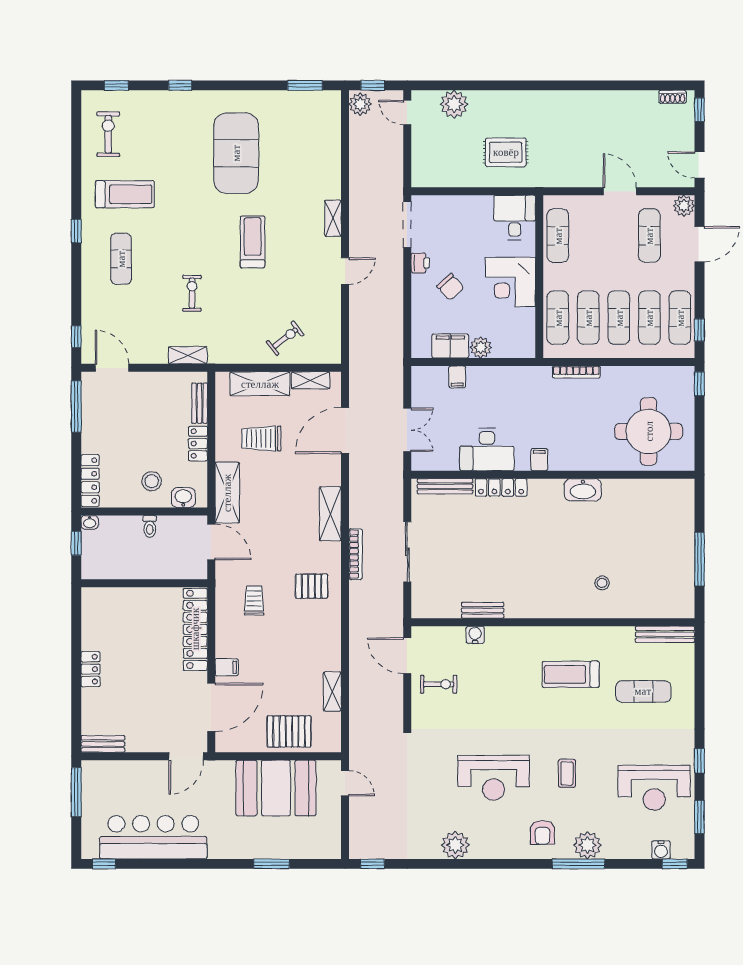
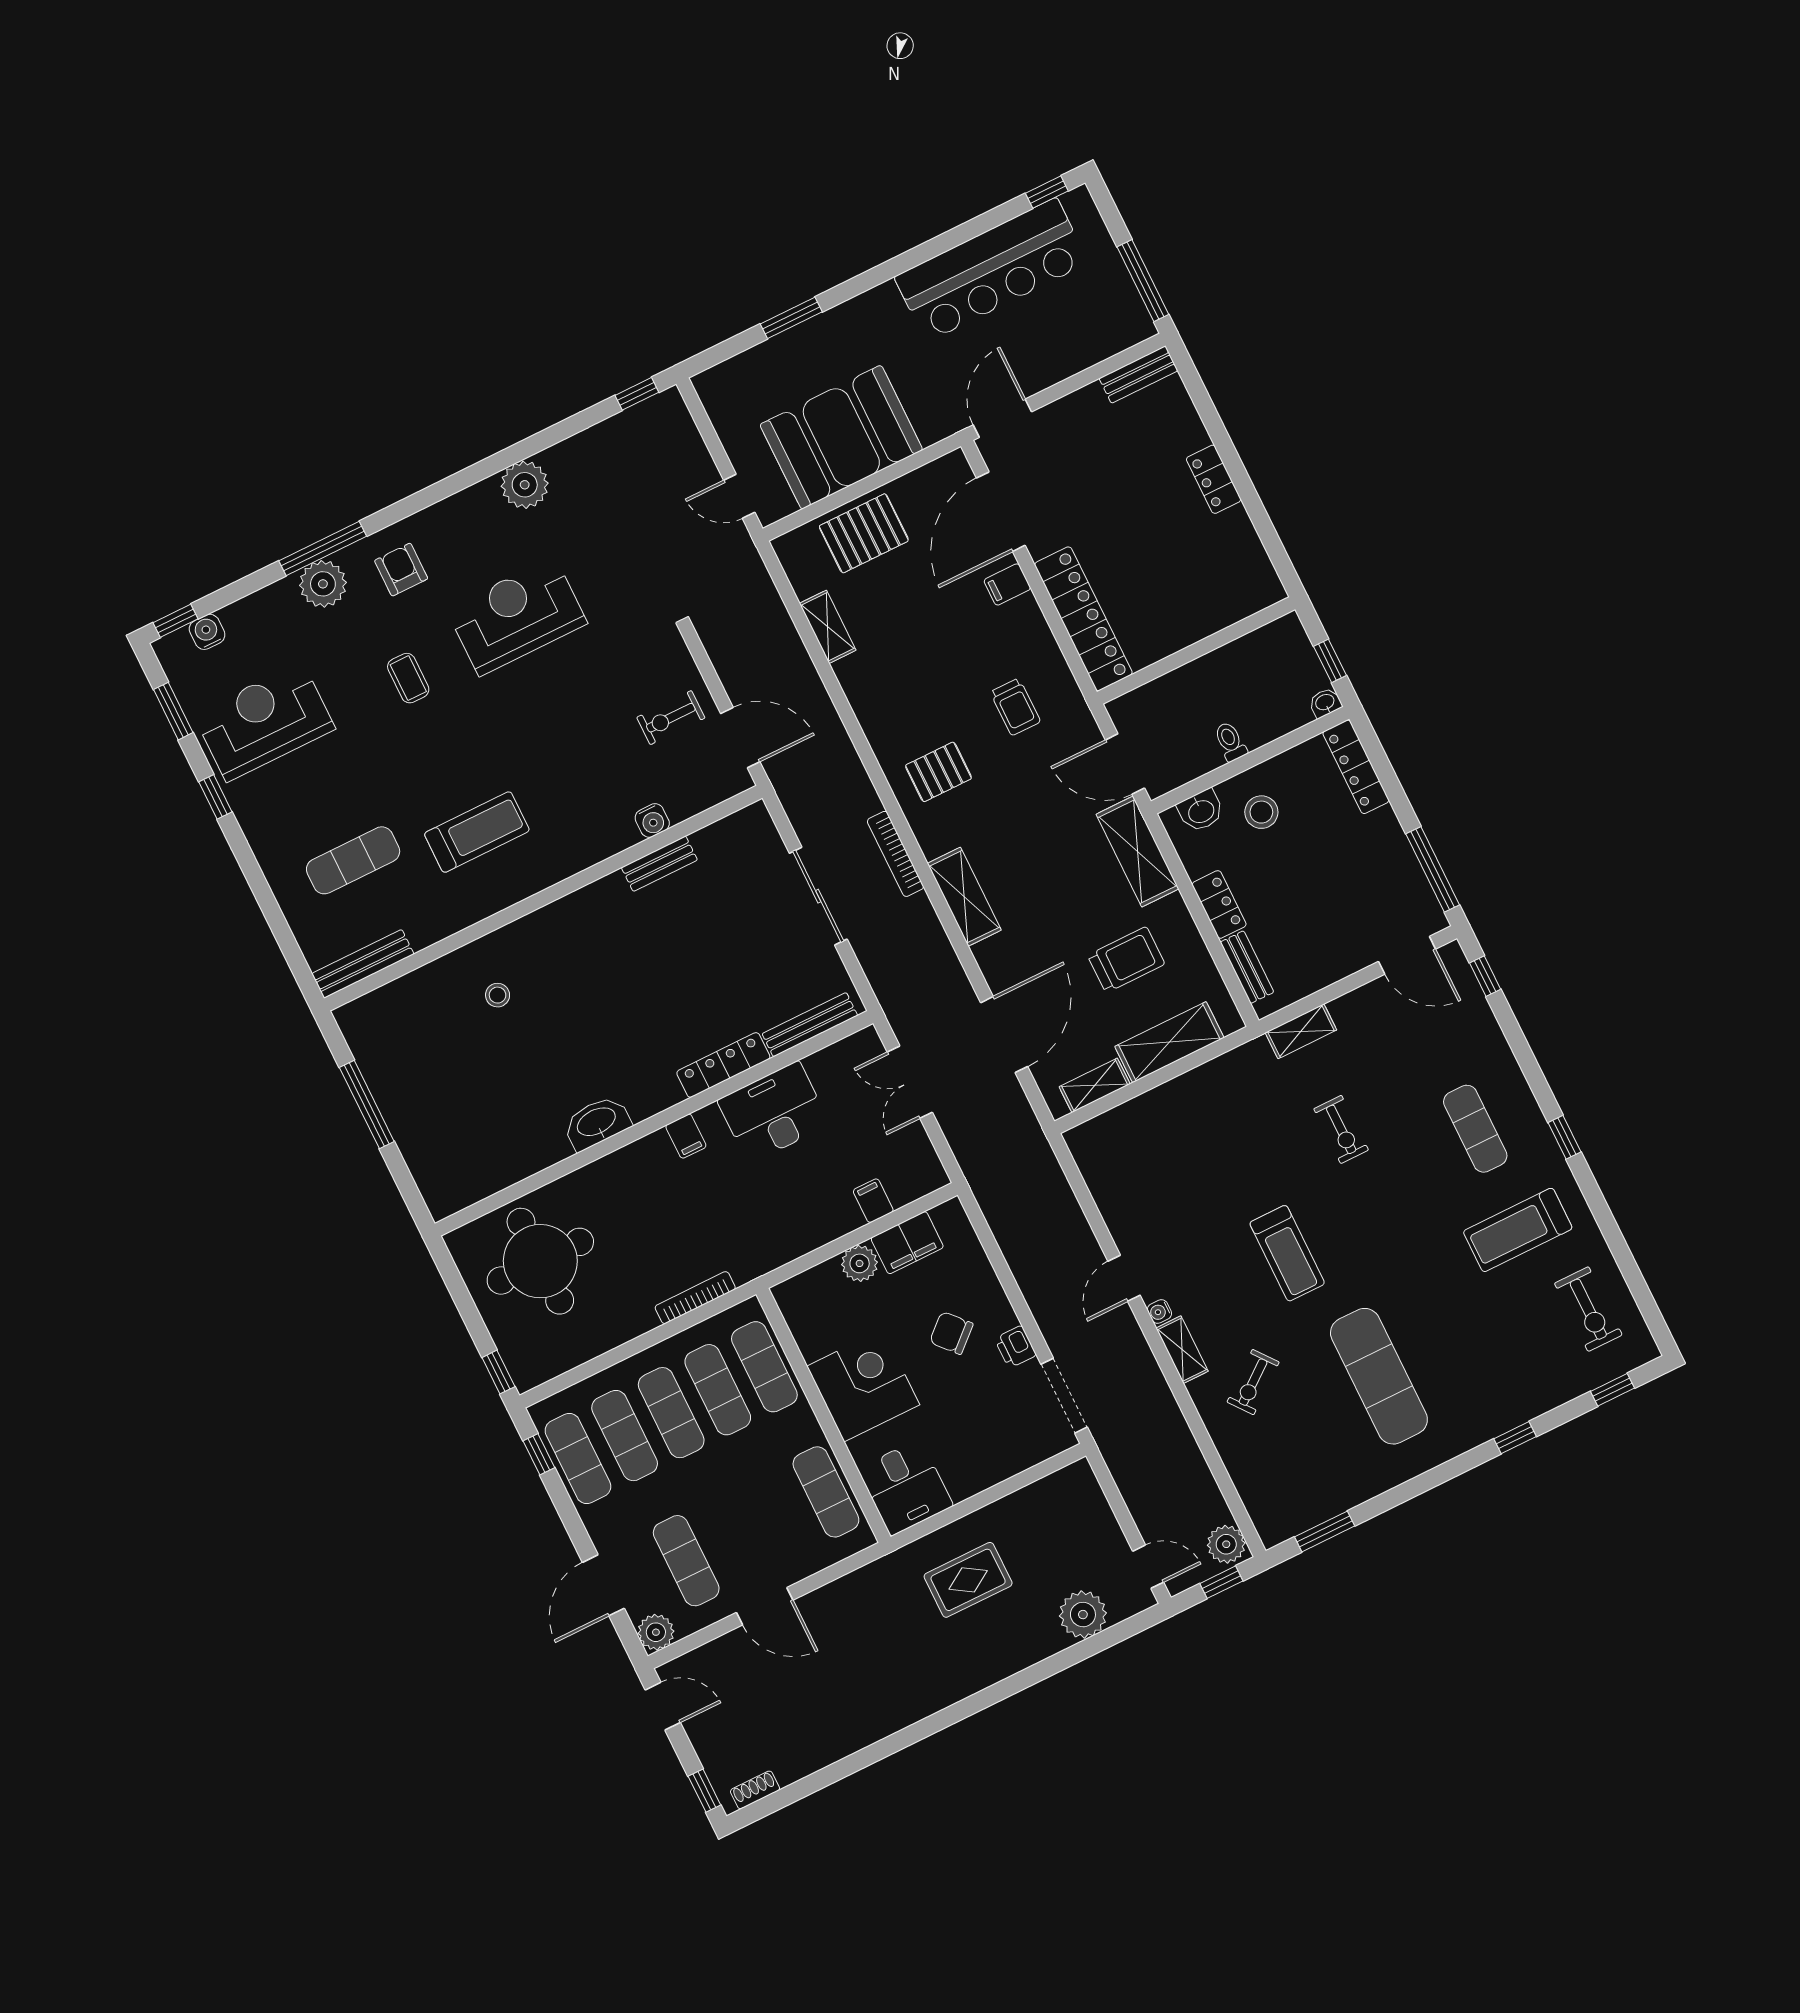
exercise mat: (236, 153) -> (1379, 1376), width x0.68
water cooler: (335, 244) -> (1159, 1311), added
exercise bike: (285, 338) -> (1253, 1382), moved

